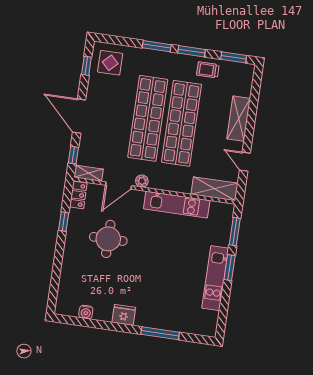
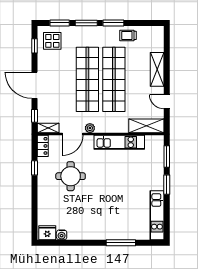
window: (234, 57) -> (60, 23), moved
kitchen unit: (215, 278) -> (157, 215), moved
fridge: (124, 315) -> (47, 233), moved

